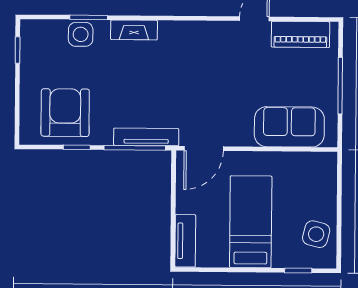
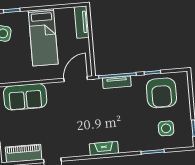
fireplace: (134, 30) -> (104, 148), moved
side table: (81, 34) -> (166, 128), moved
tv unit: (146, 137) -> (117, 82), width x0.71

